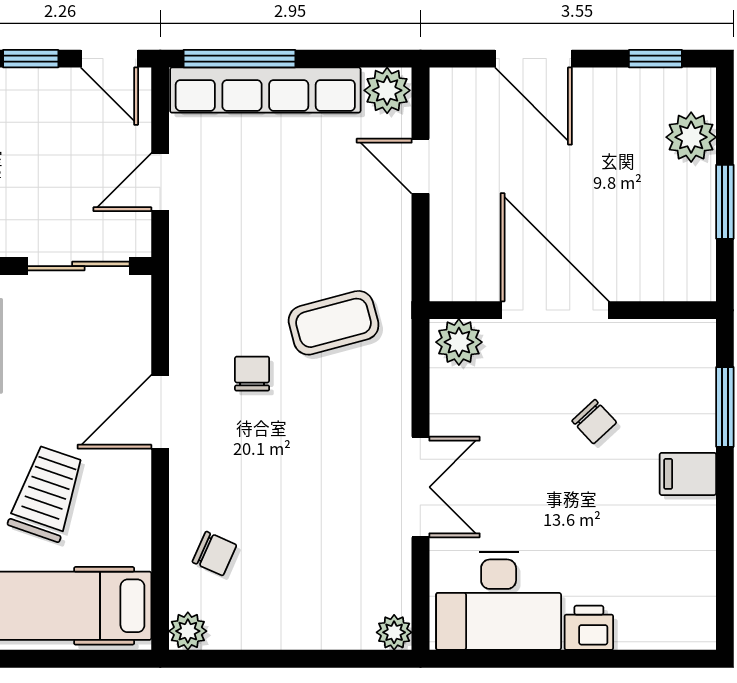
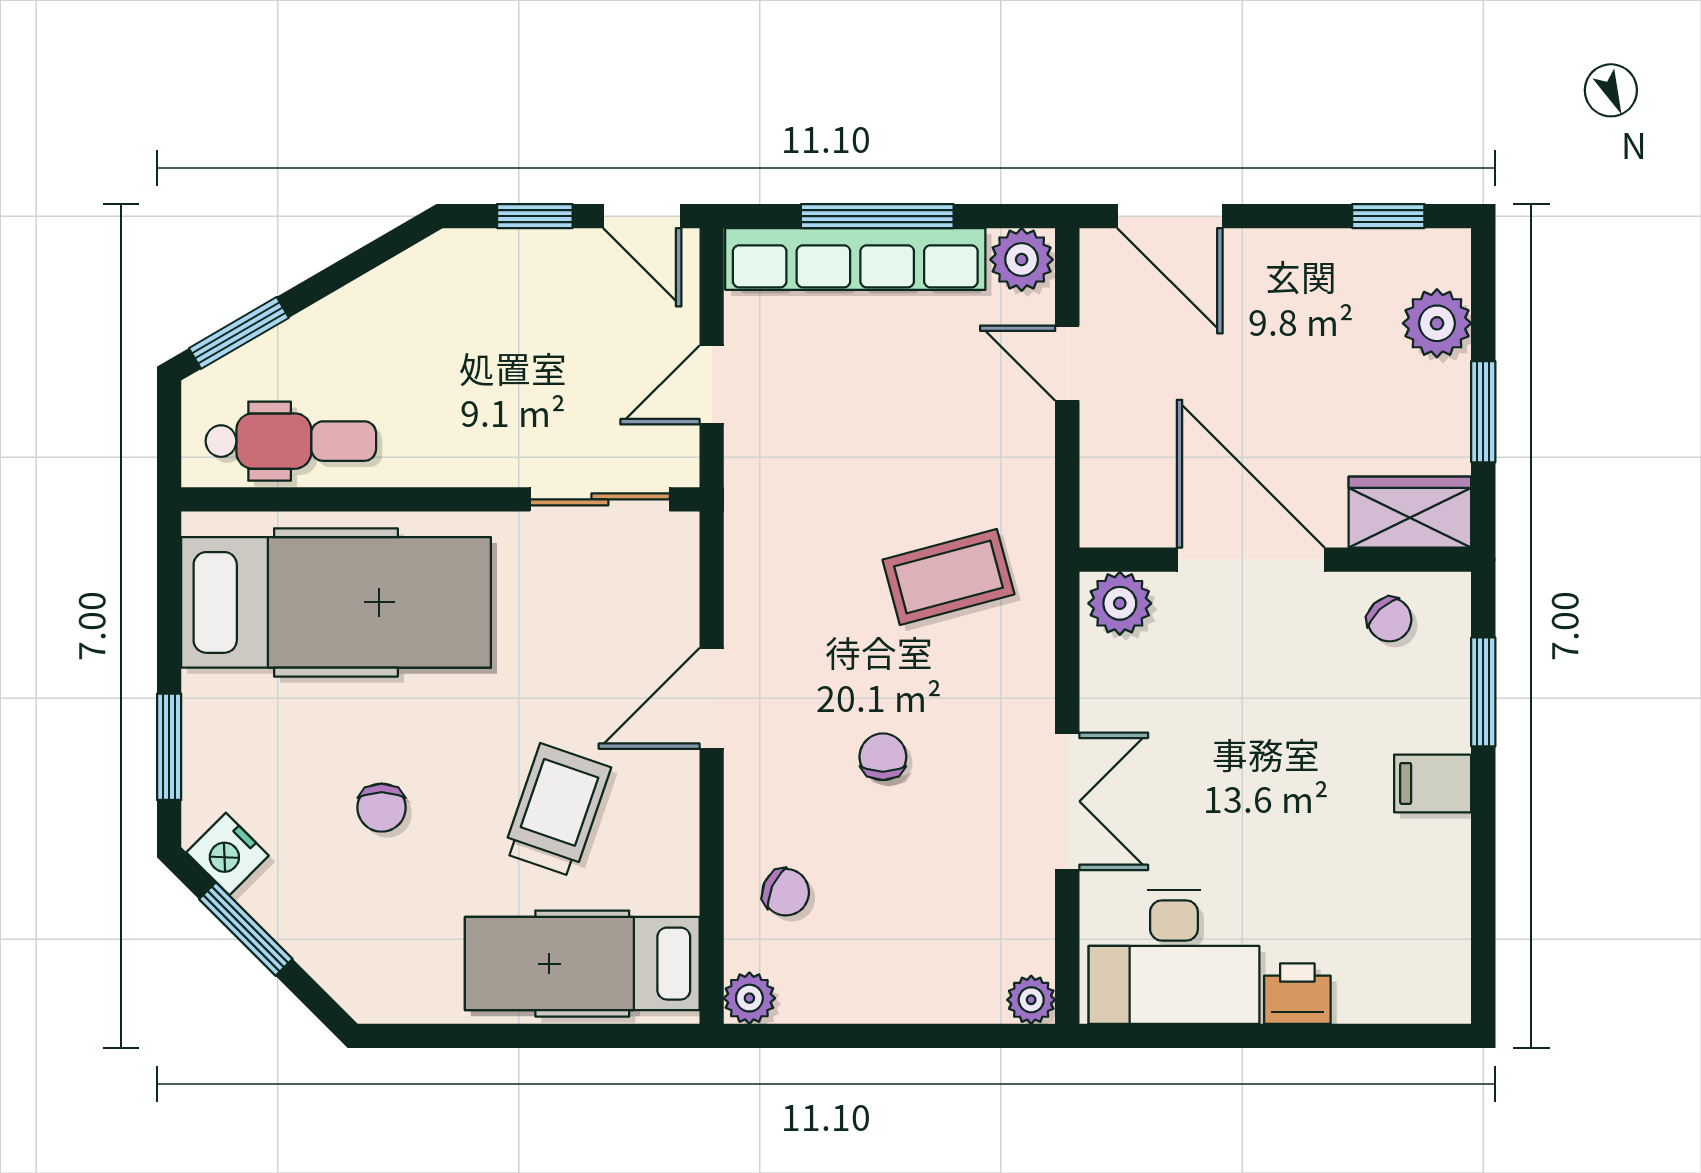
window: (239, 59) -> (877, 216), moved
door: (533, 59) -> (1170, 216), moved
wardrobe: (671, 275) -> (1410, 512), added
chair: (252, 374) -> (883, 757), moved
chair: (594, 422) -> (1389, 619), moved

